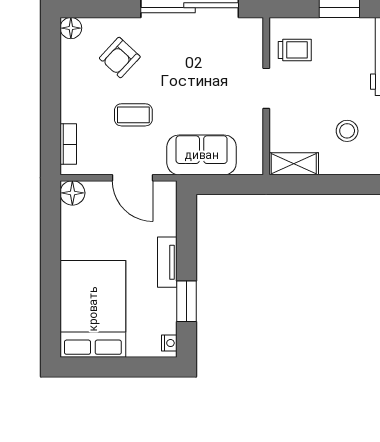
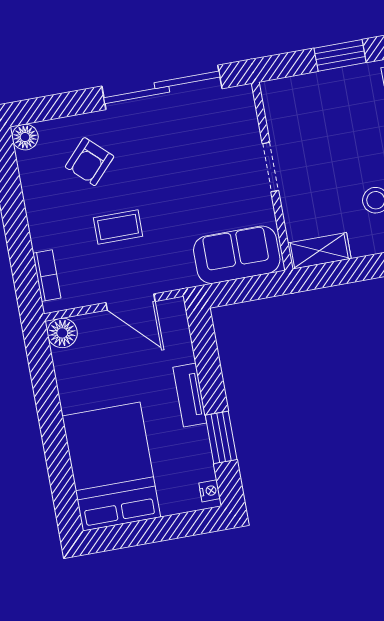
trolley: (295, 50) -> (296, 115), removed
sofa: (202, 155) -> (237, 255), moved

